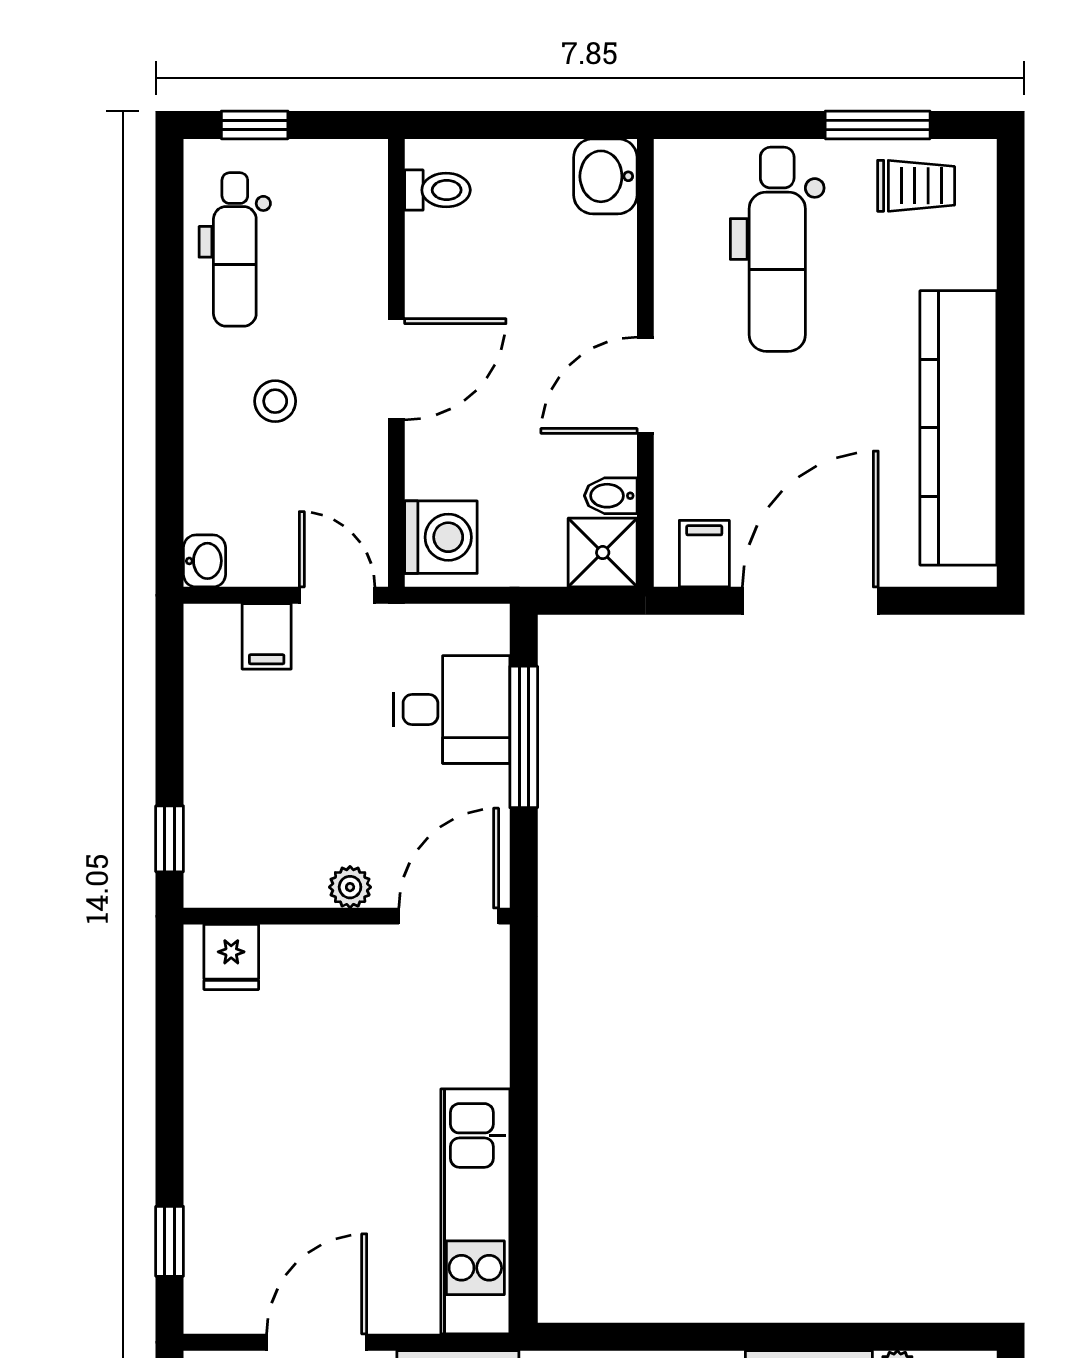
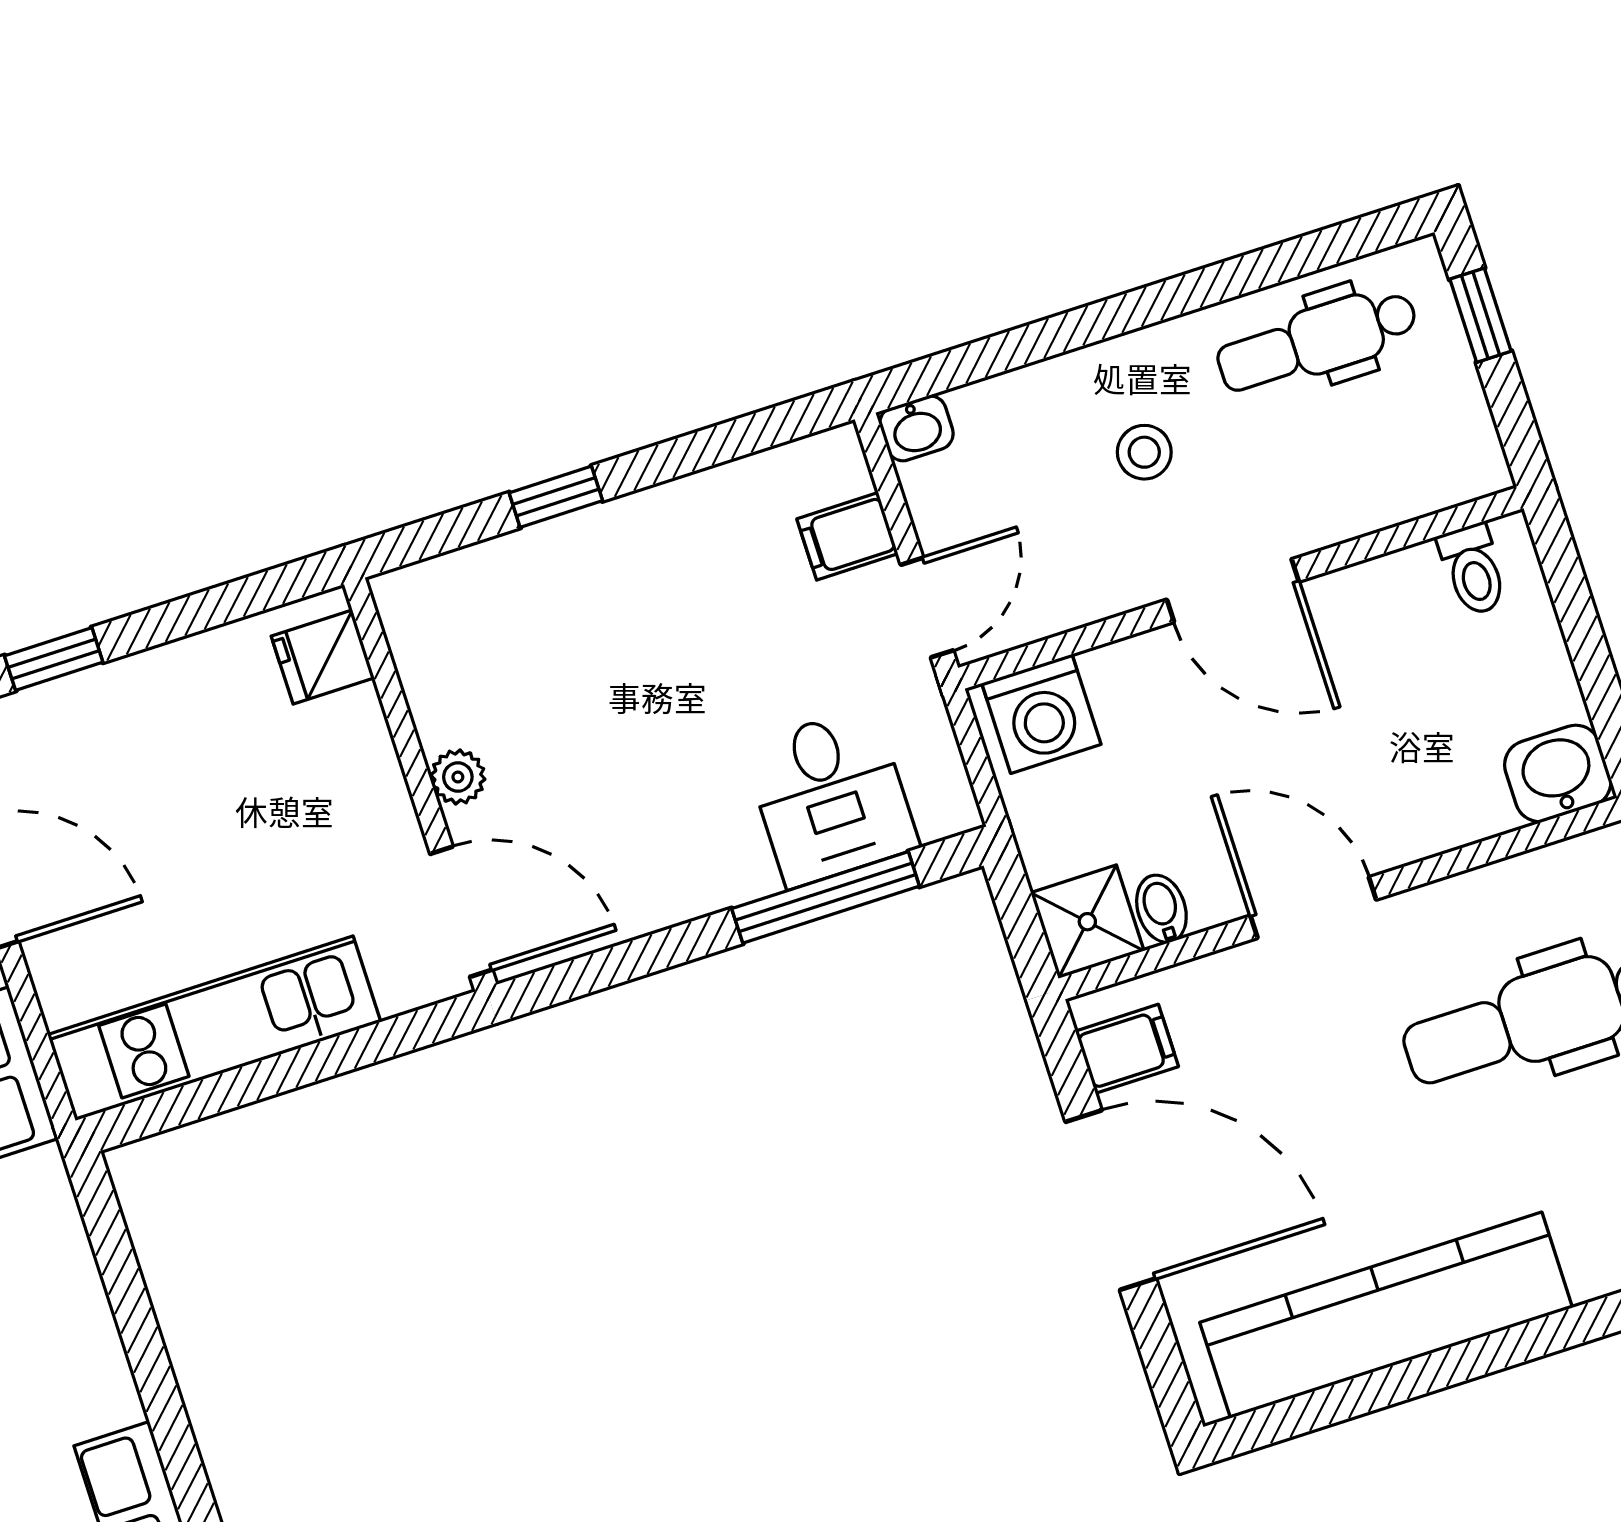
plant: (350, 887) -> (458, 777), moved
wall: (347, 916) -> (420, 784), moved
door: (449, 916) -> (461, 912), moved
fridge: (231, 957) -> (323, 657), moved

